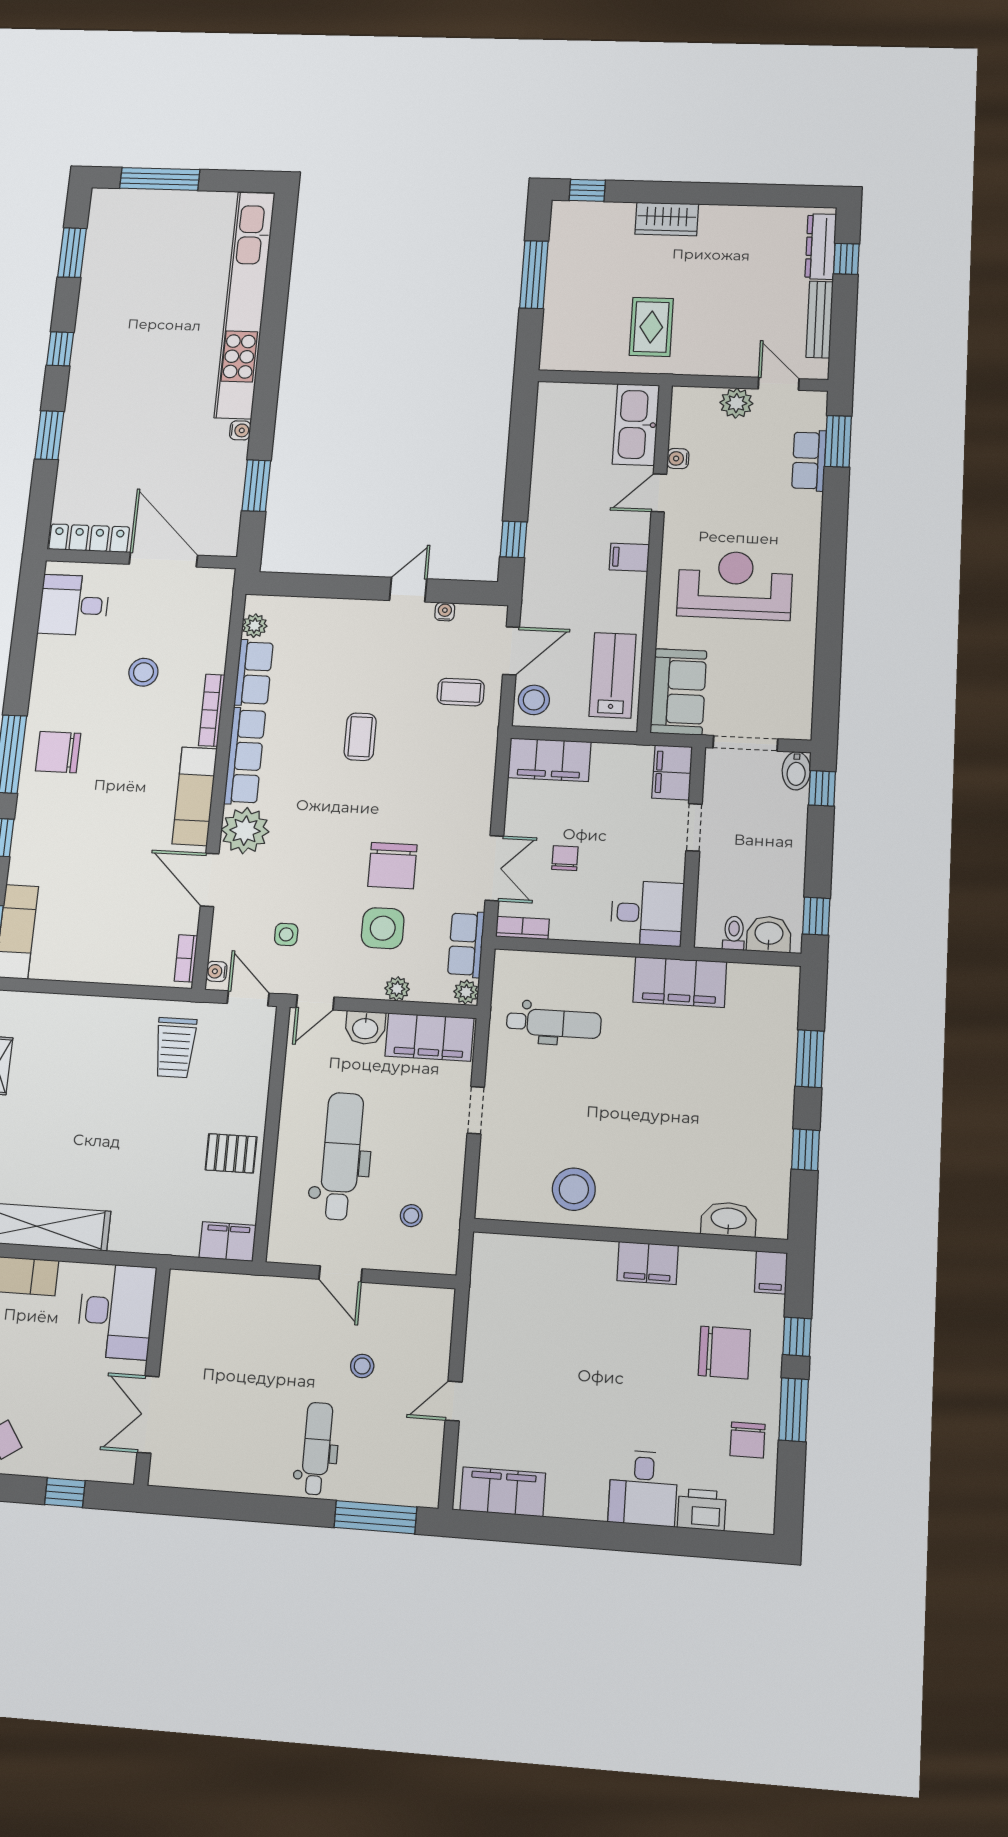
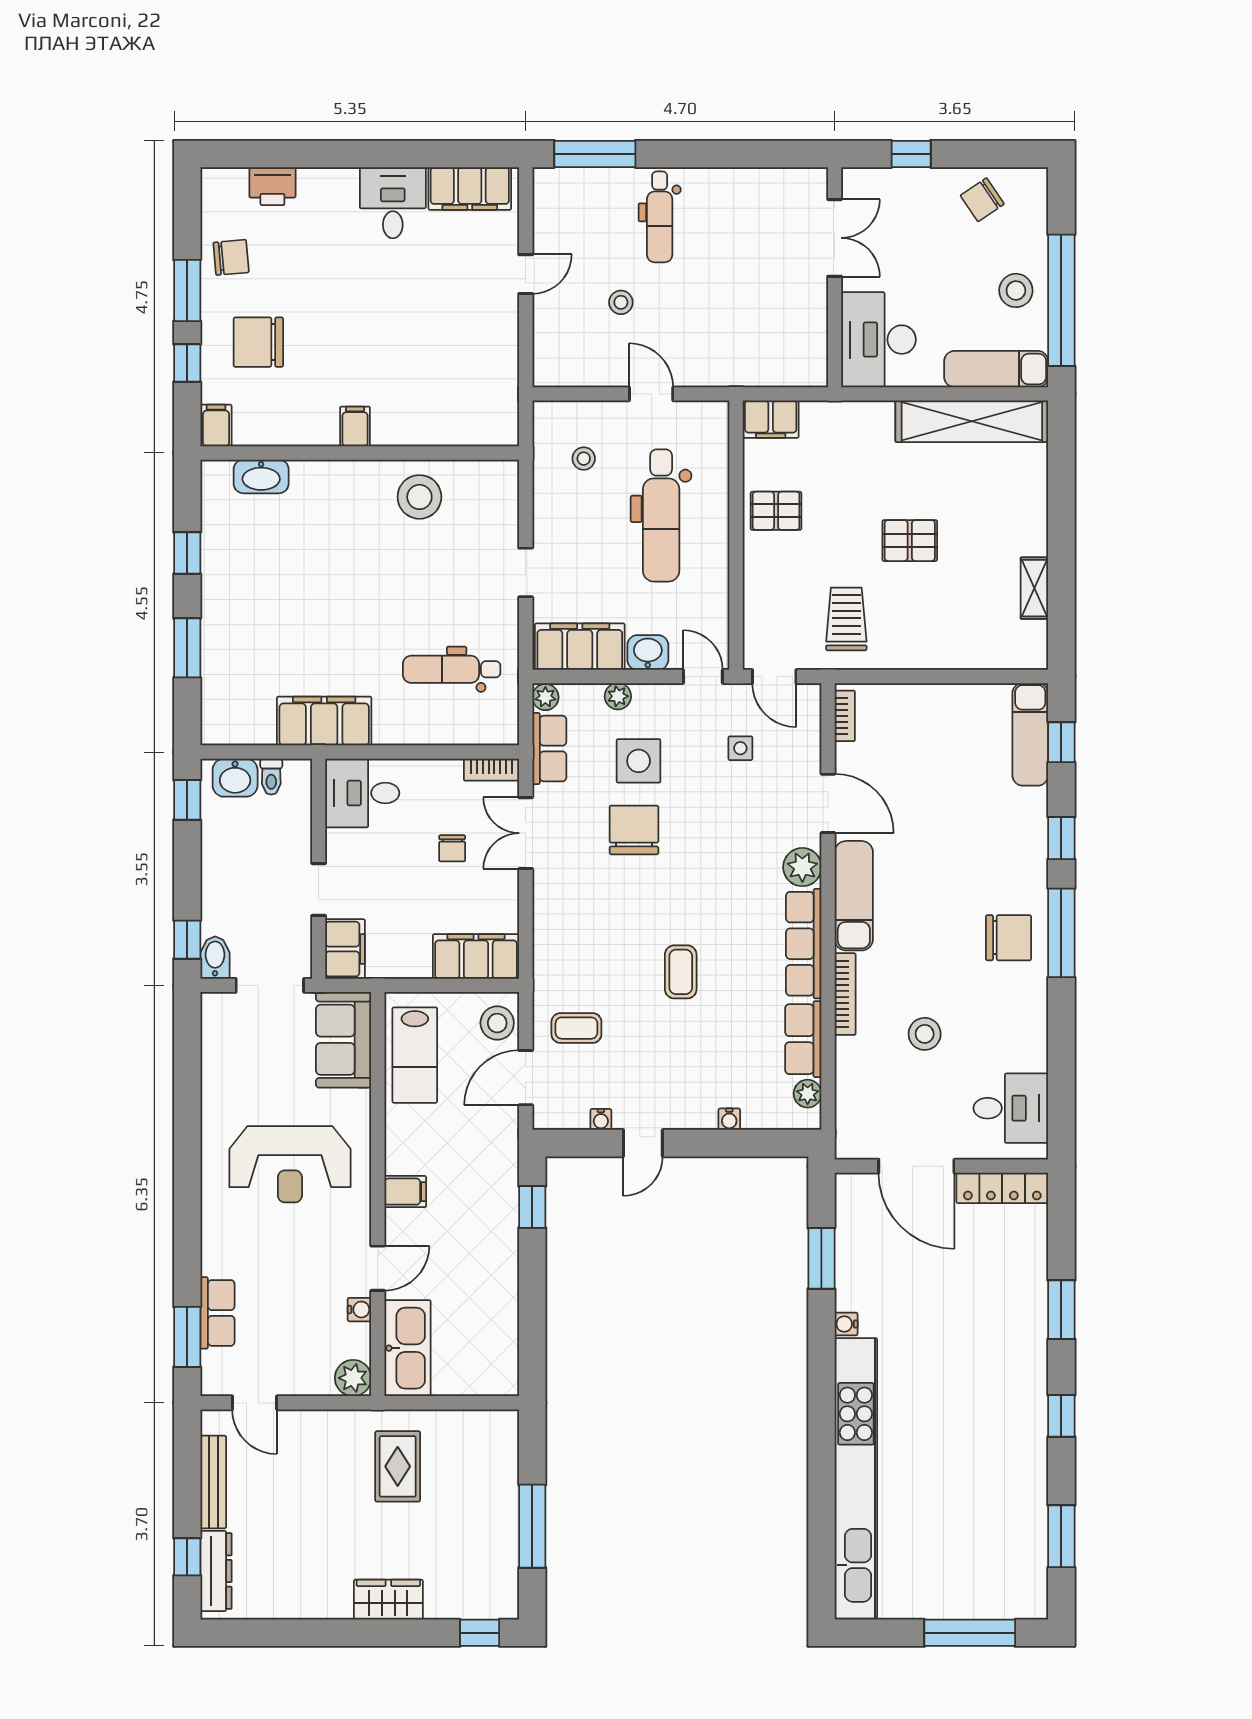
plant: (736, 403) -> (353, 1378), moved
plant: (245, 831) -> (802, 867), width x0.73, depth x0.73
water cooler: (216, 971) -> (729, 1119), moved, turned 90
door: (315, 1002) -> (703, 676), hinge flipped
pallet: (108, 1117) -> (910, 541), added
filing cabinet: (648, 1263) -> (355, 426), width x0.50
chair: (748, 1440) -> (231, 257), turned 85
desk: (643, 1488) -> (393, 203), moved

